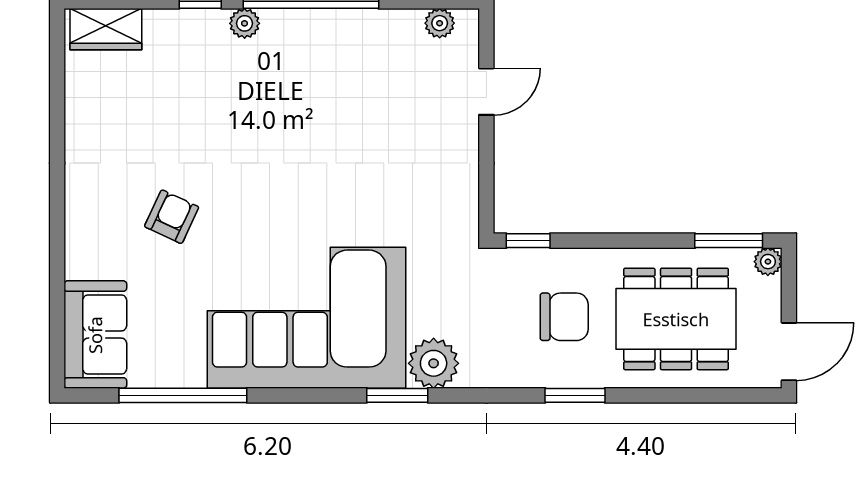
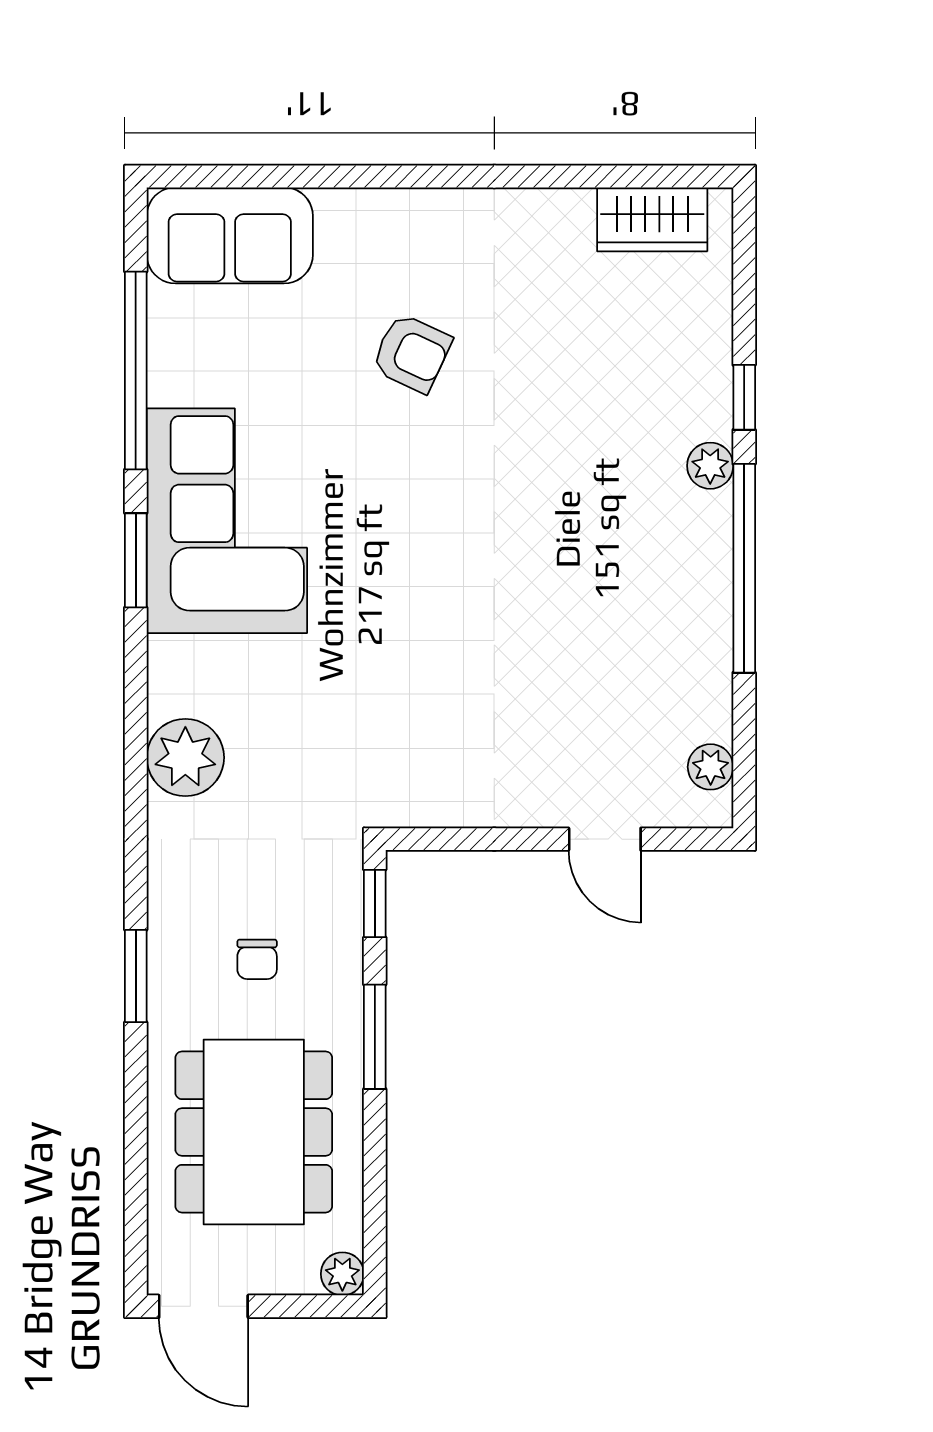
wardrobe: (106, 29) -> (652, 219), moved, turned -90
window: (729, 241) -> (375, 1037), moved
chair: (564, 317) -> (257, 959), width x0.54, depth x0.54
corner sofa: (307, 318) -> (227, 521), width x0.73, depth x0.74
window: (397, 395) -> (136, 560), moved

